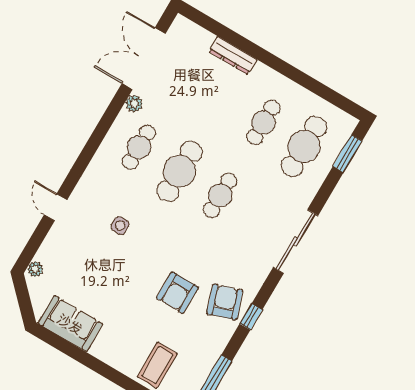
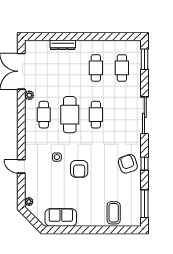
cafe table: (304, 146) -> (122, 68), width x0.73, depth x0.74
armchair: (177, 293) -> (79, 169), moved

